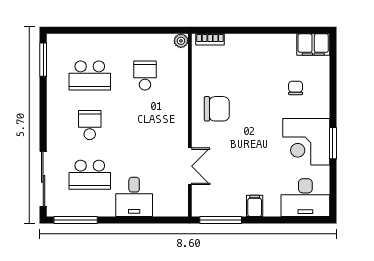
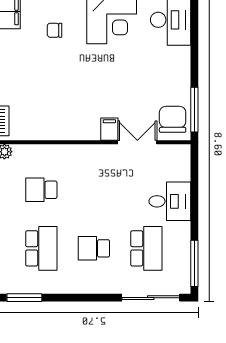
chair: (217, 109) -> (173, 119), moved
filing cabinet: (255, 206) -> (109, 129), moved, turned 90

